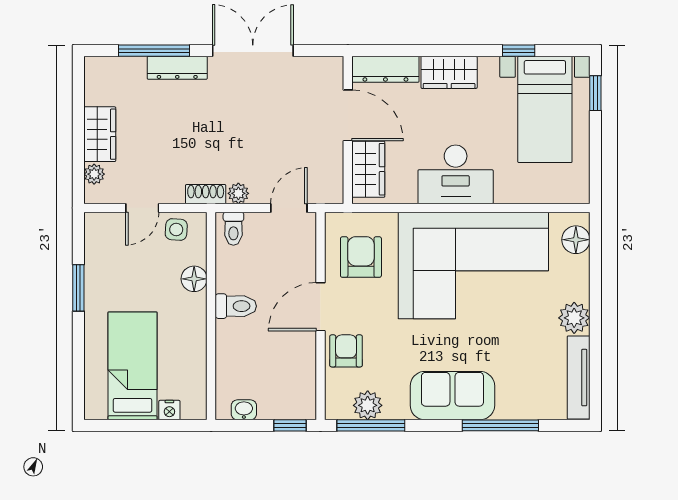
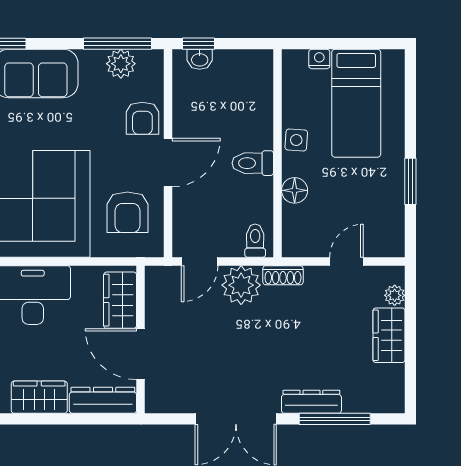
plant: (238, 193) -> (241, 285), width x1.88, depth x1.88
side table: (176, 230) -> (296, 140), moved
washbasin: (244, 410) -> (200, 59), moved

